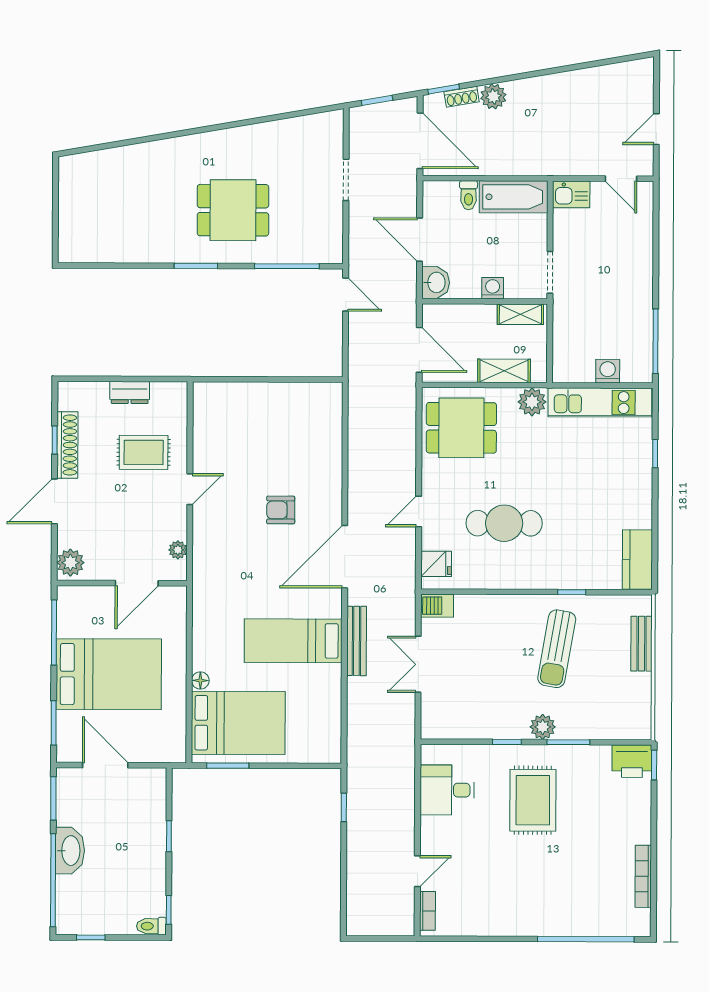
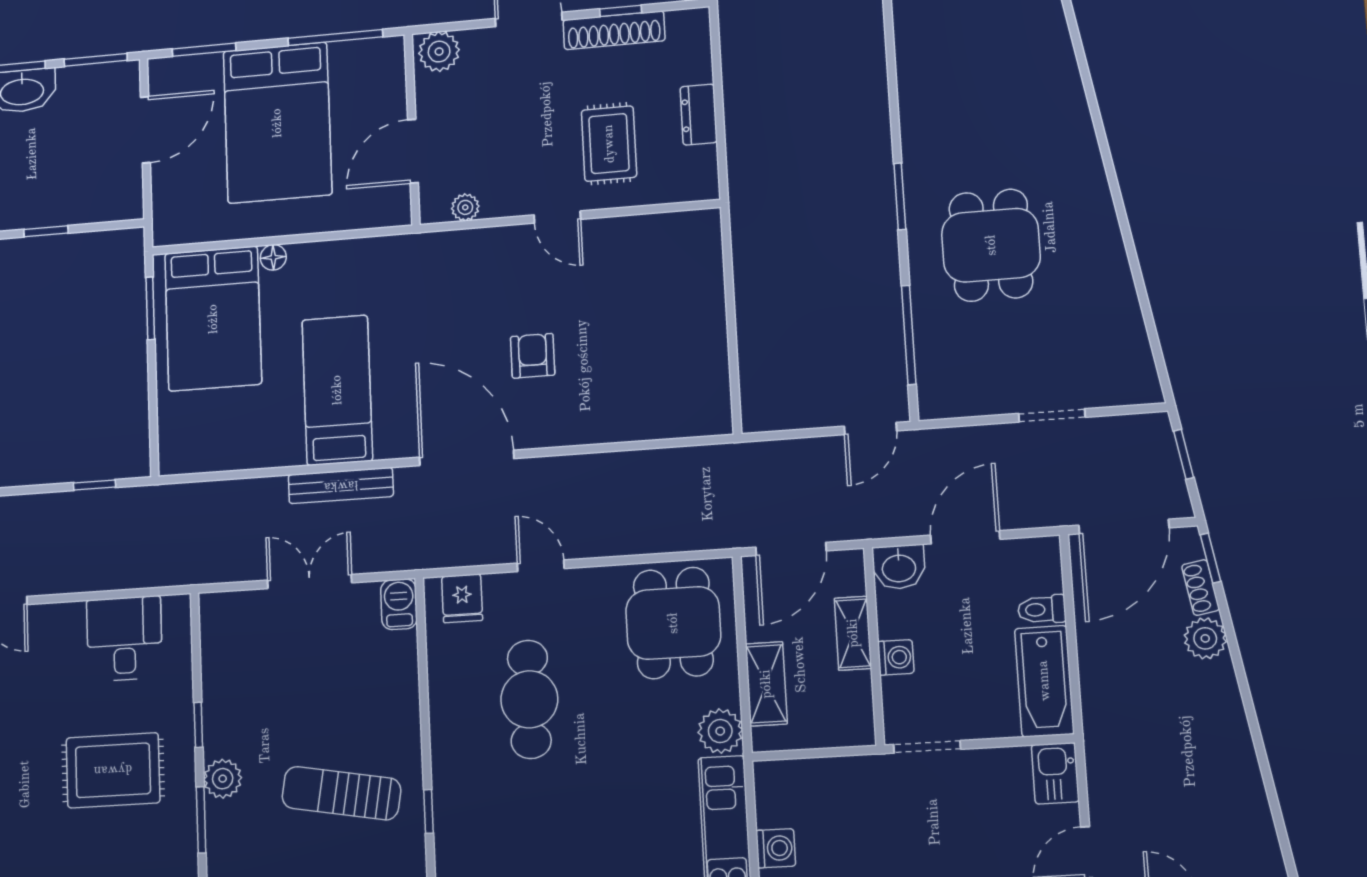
shelving: (520, 314) -> (853, 633), moved
door: (137, 583) -> (413, 151), hinge flipped

